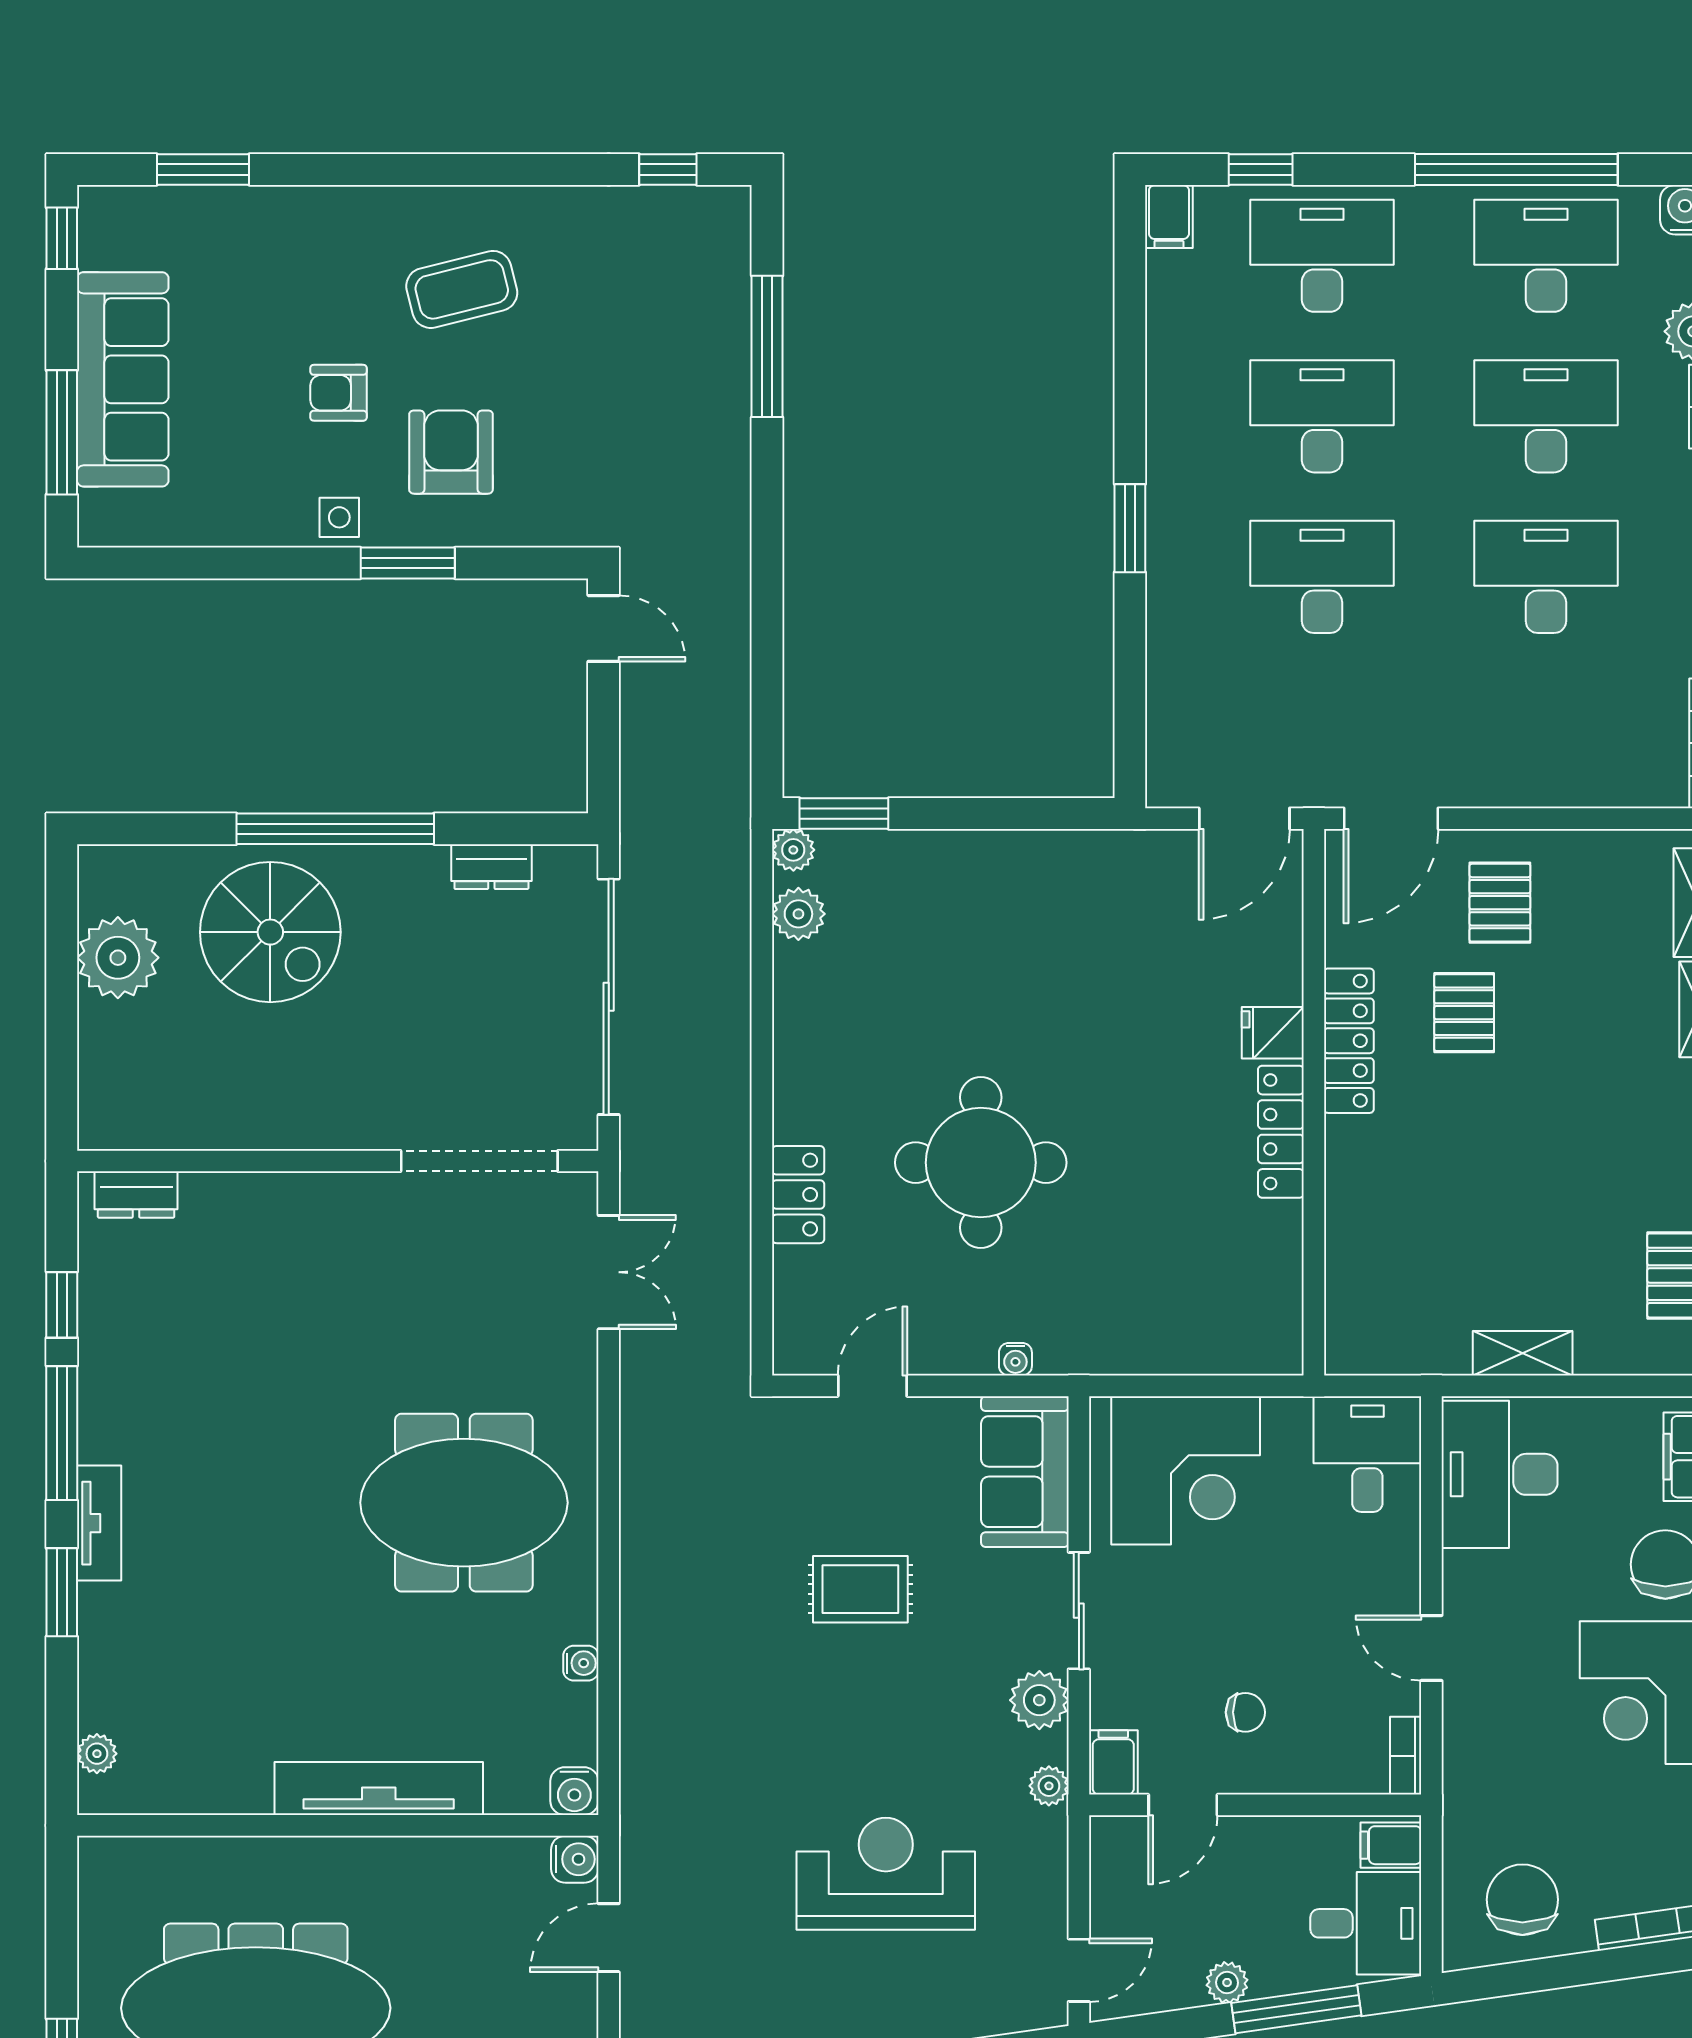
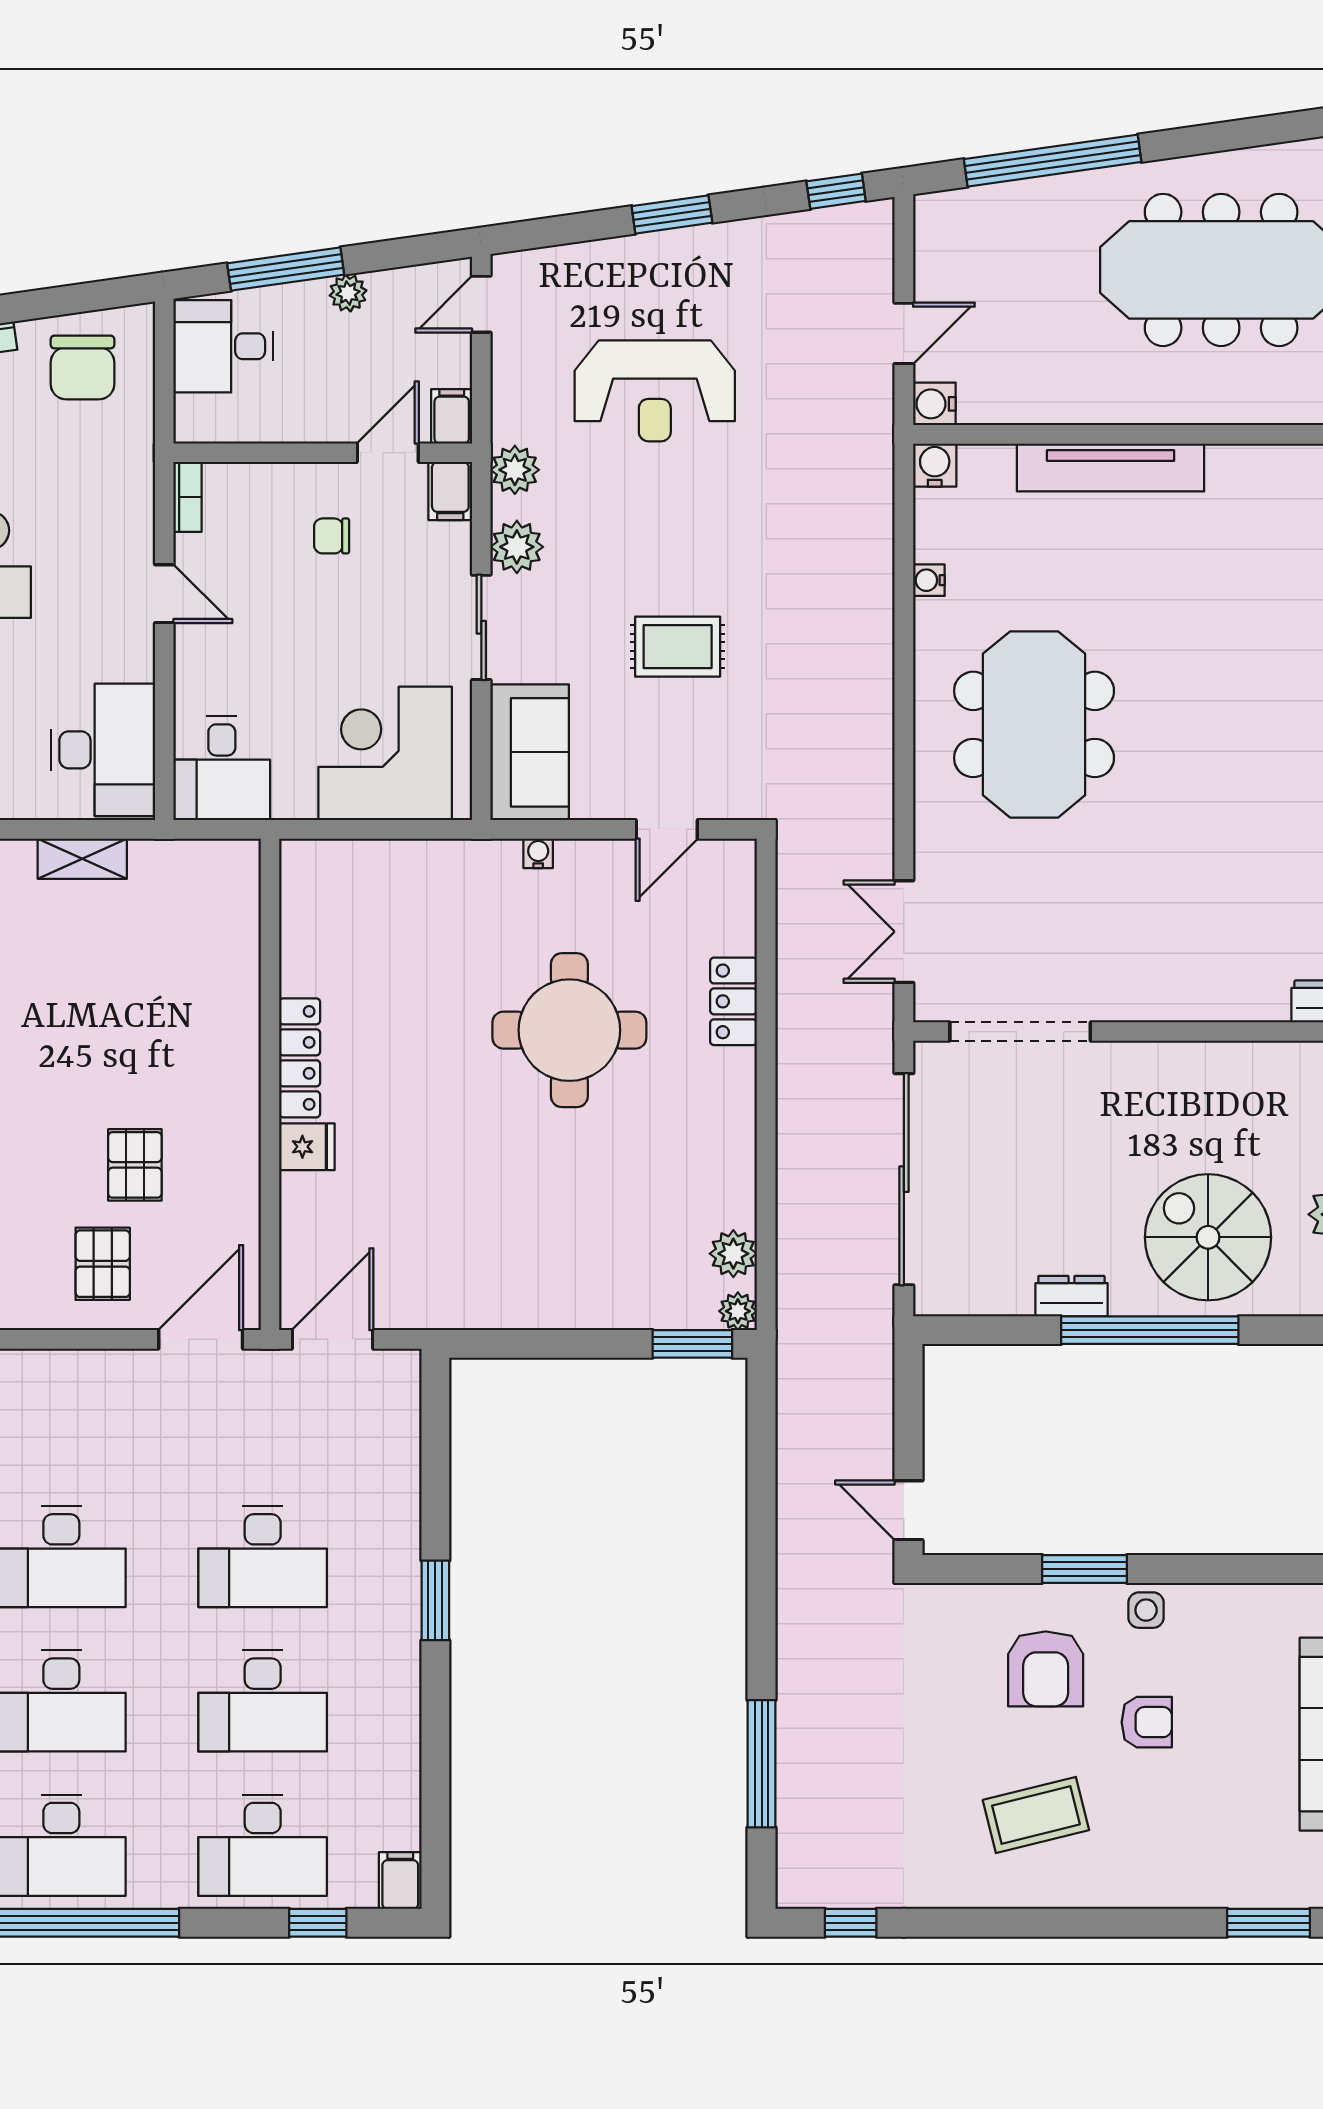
dresser: (491, 867) -> (1071, 1296), moved
locker: (1349, 1041) -> (239, 1140), removed
meeting table: (464, 1503) -> (1034, 724), turned 90
plant: (1049, 1786) -> (515, 470), width x1.38, depth x1.38
filing cabinet: (1391, 1845) -> (452, 416), moved, turned -90

